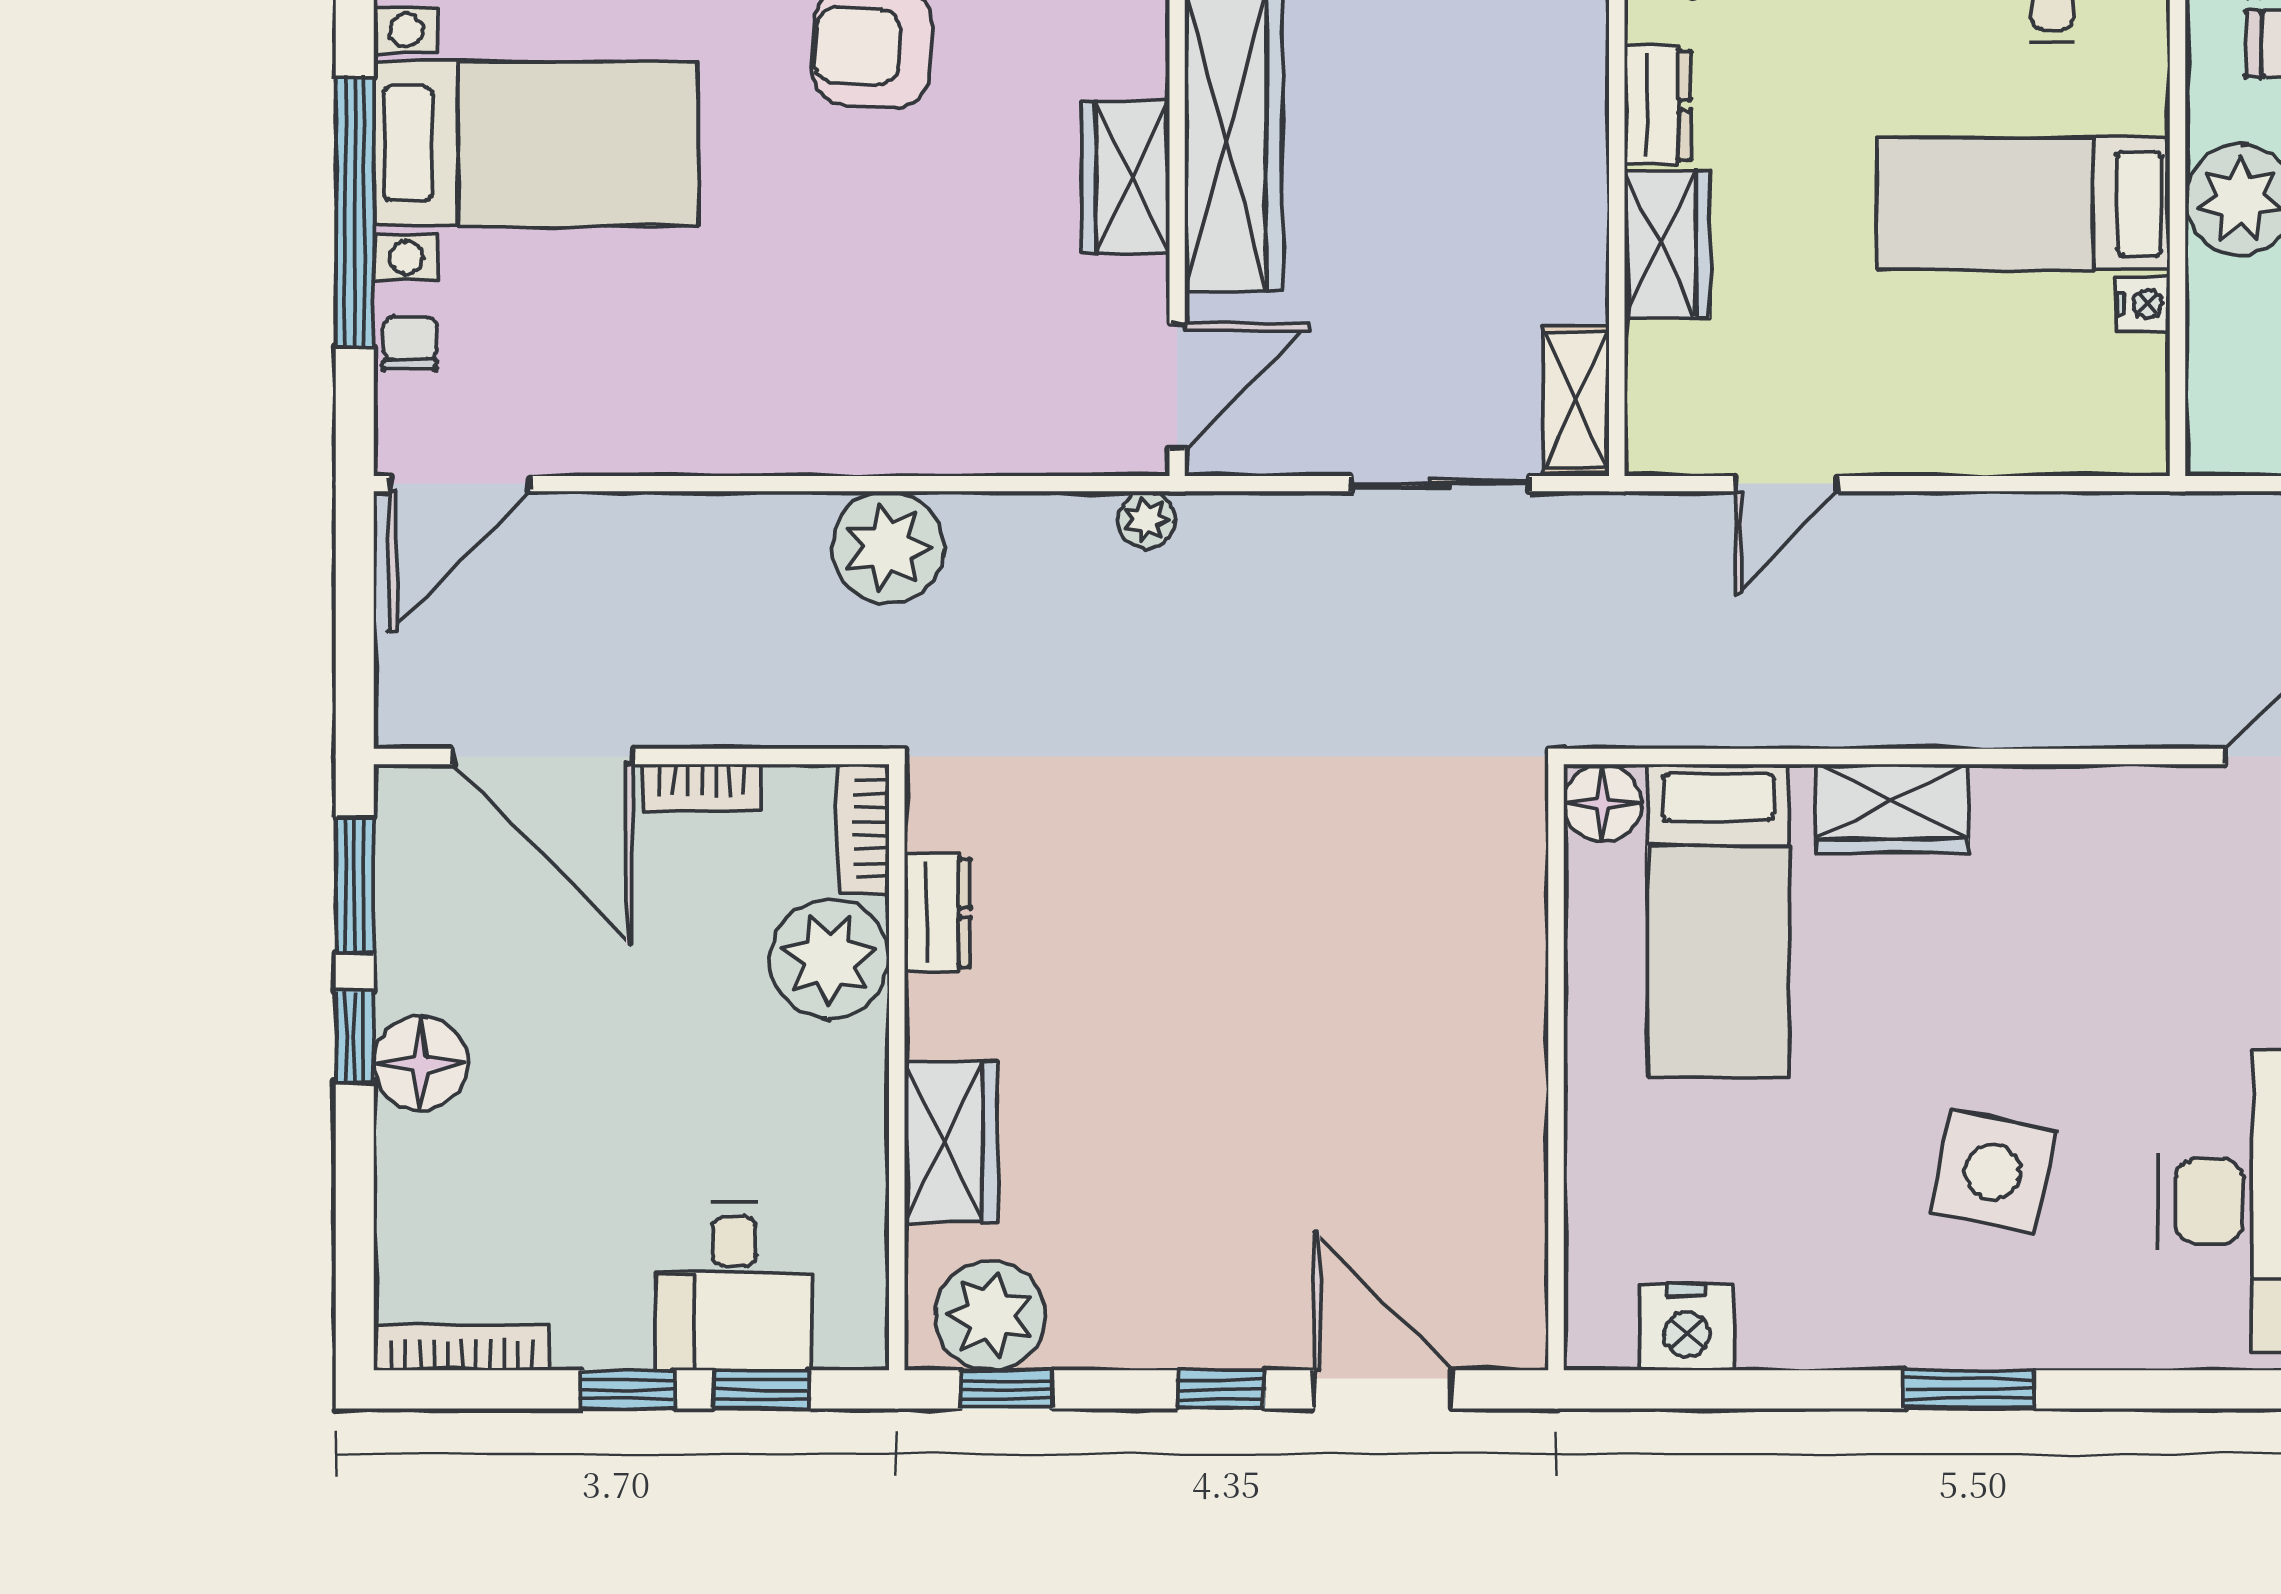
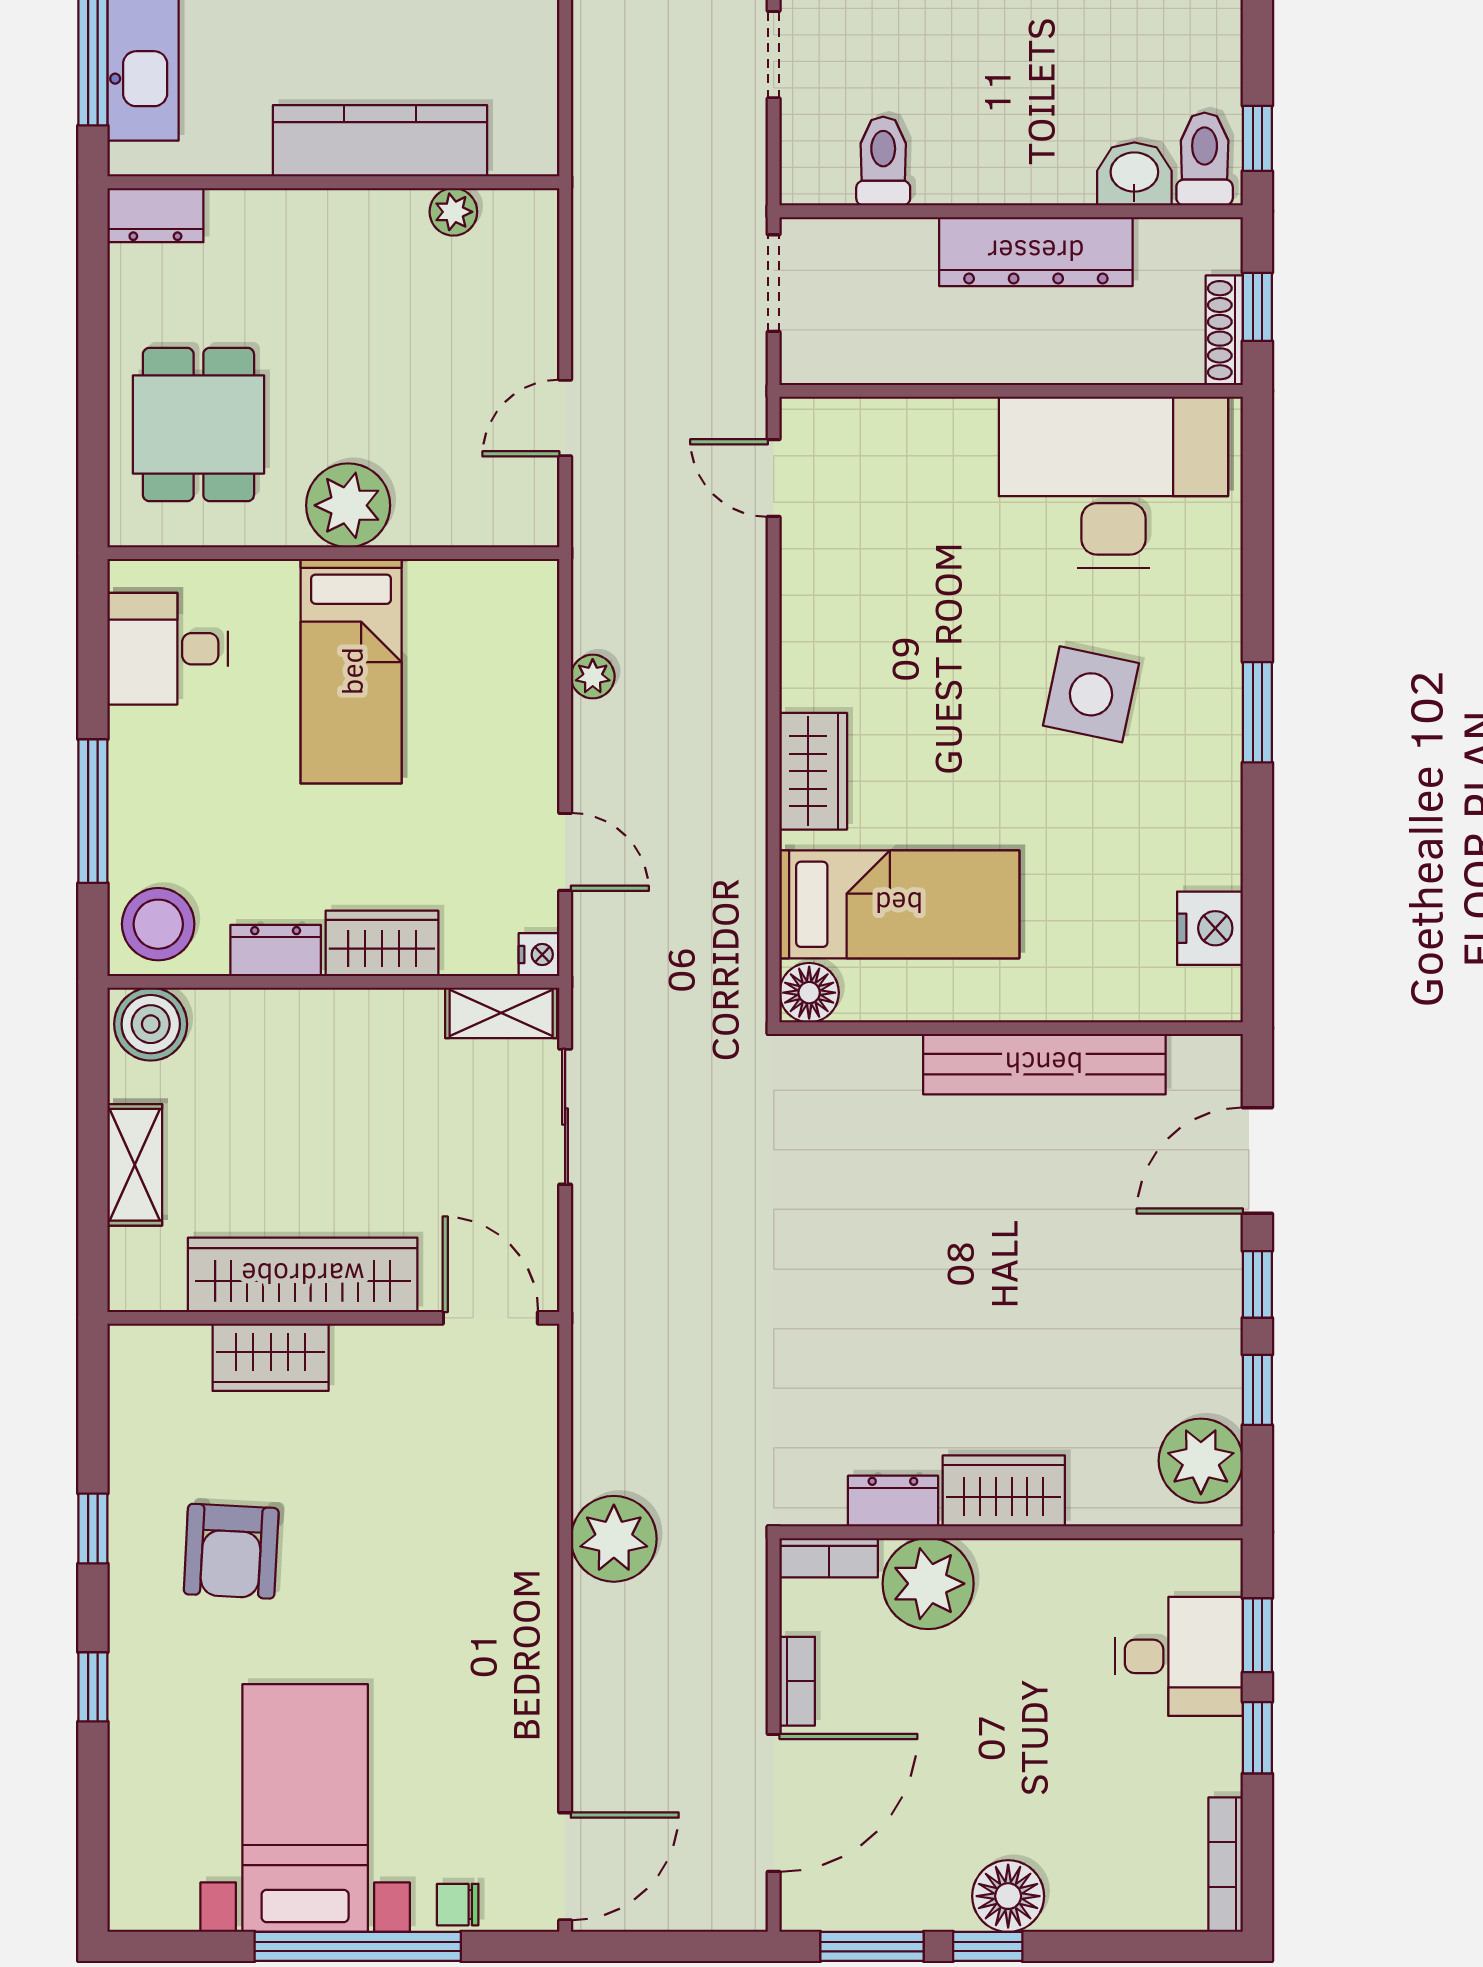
wardrobe: (1125, 177) -> (271, 1357), moved
nightstand: (2143, 304) -> (539, 955), moved, turned 90
door: (460, 484) -> (565, 1866), hinge flipped
plant: (1146, 520) -> (593, 676), moved
bench: (1509, 1111) -> (1044, 1064), added
wardrobe: (951, 1142) -> (1004, 1491), moved
window: (1007, 1389) -> (1257, 1390), moved

